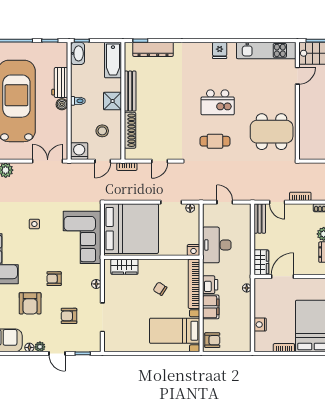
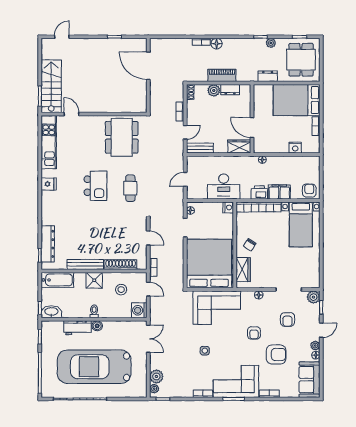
double door: (48, 161) -> (148, 339), swing flipped
chair: (160, 289) -> (250, 245), moved
plant: (94, 345) -> (313, 297), added

